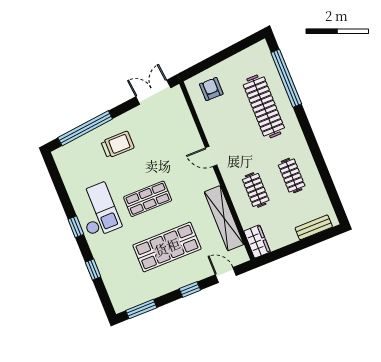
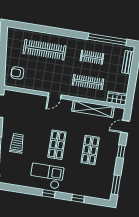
window: (286, 78) -> (107, 39), moved
clothes rail: (256, 190) -> (88, 82), width x1.36
shop shelf: (167, 247) -> (90, 150), width x0.70, depth x0.74

